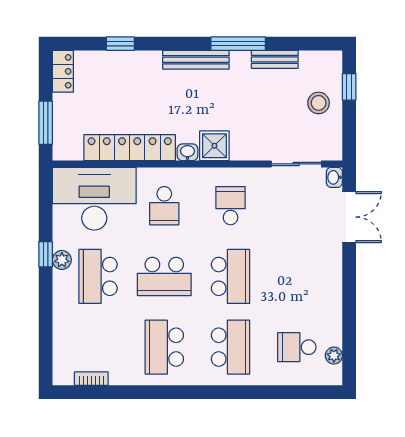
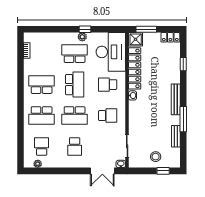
shower: (214, 146) -> (136, 39), moved
school desk: (164, 276) -> (75, 85), turned 180
school desk: (297, 276) -> (75, 146), added

